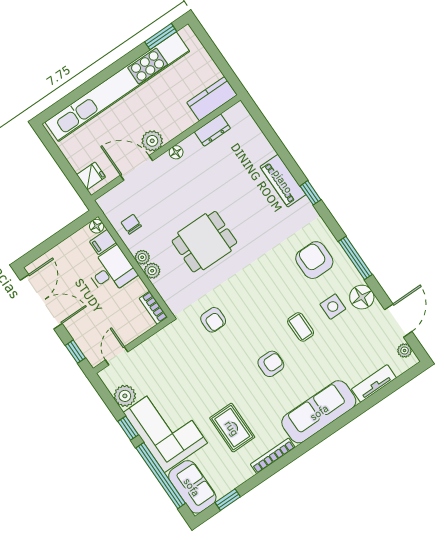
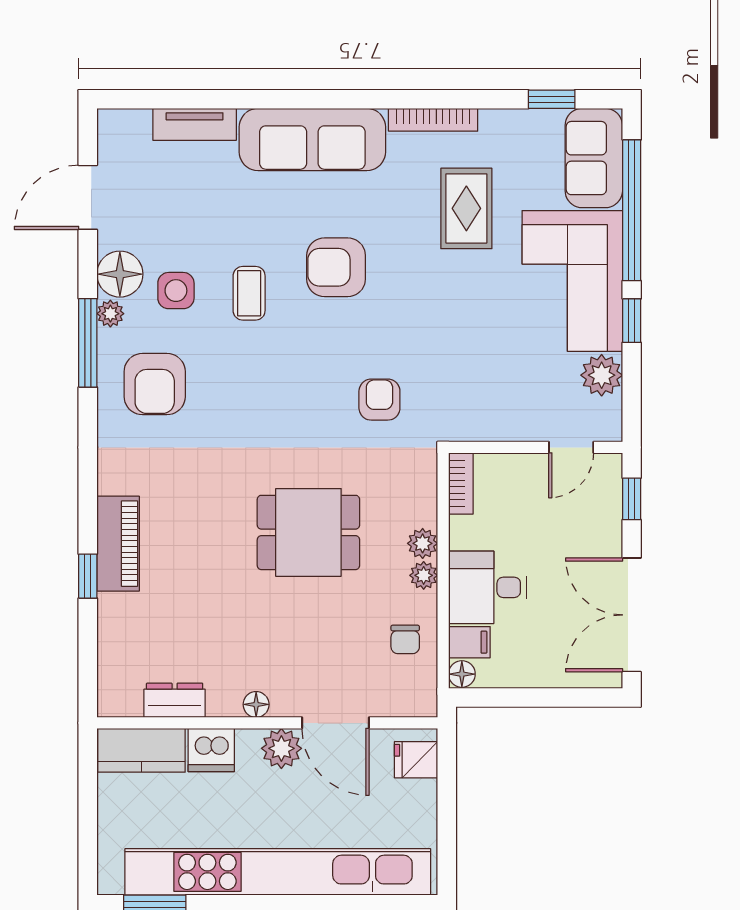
dishwasher: (182, 120) -> (211, 750), added
window: (310, 193) -> (88, 576), moved
plant: (405, 351) -> (110, 314), moved
armchair: (271, 364) -> (336, 267), width x1.38, depth x1.38

